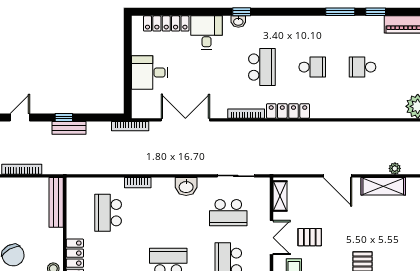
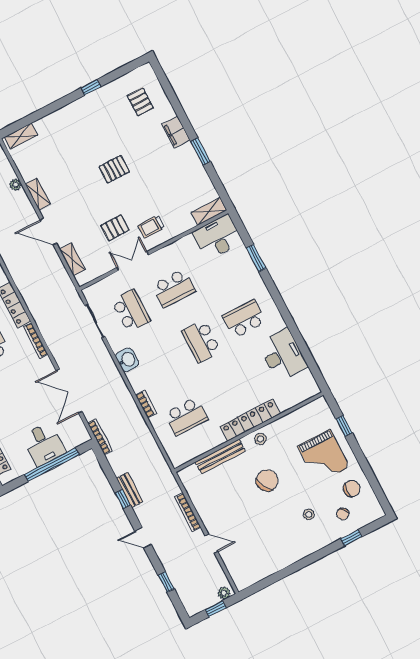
window: (128, 70) -> (52, 464), added
door: (337, 176) -> (48, 232), swing flipped
shelving: (383, 186) -> (38, 194), width x0.67, depth x0.75
shelving: (280, 196) -> (72, 259), moved, turned 90
bench: (56, 202) -> (220, 457), moved
pallet: (310, 237) -> (115, 228), turned 90

